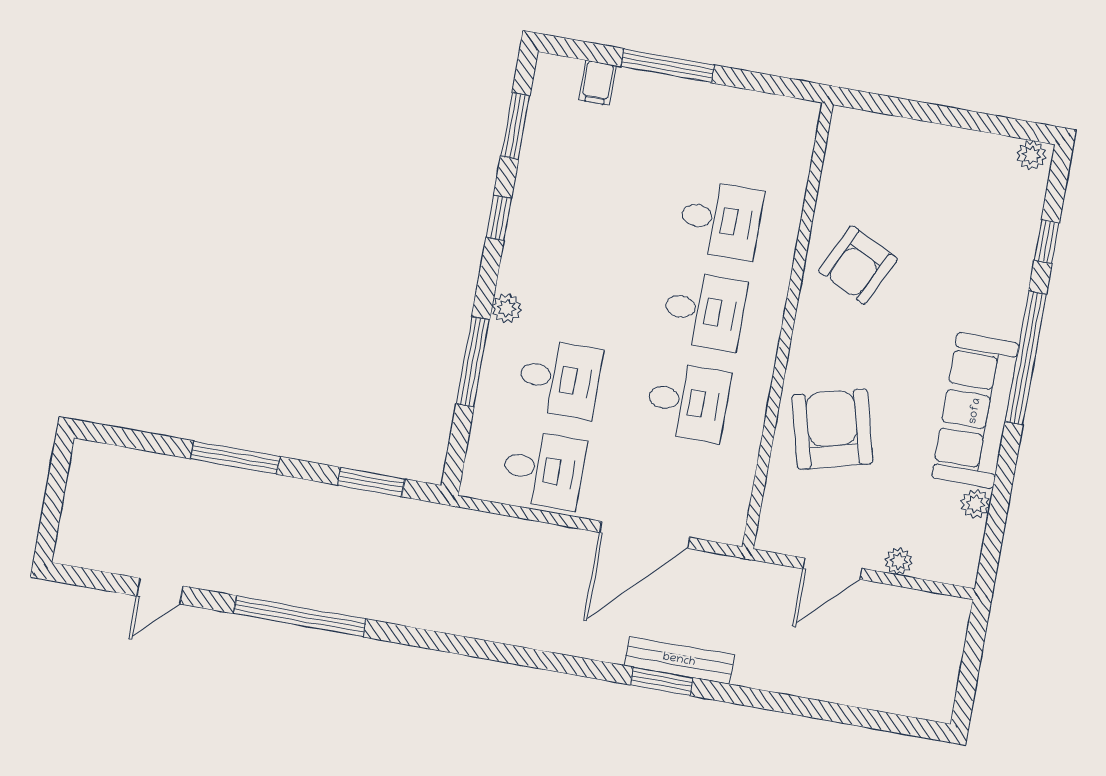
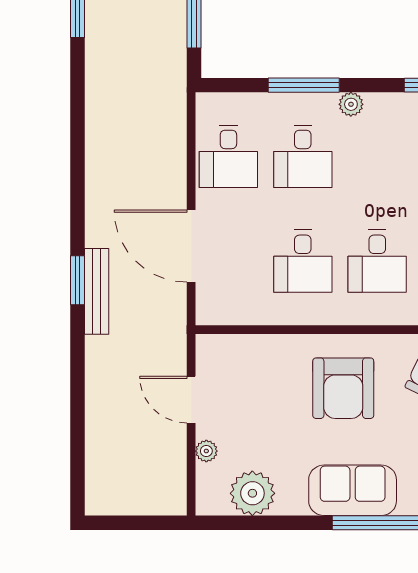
sofa: (975, 411) -> (353, 490), width x0.73
armchair: (832, 429) -> (343, 388), moved, turned 105
plant: (975, 504) -> (252, 493), width x1.87, depth x1.87

